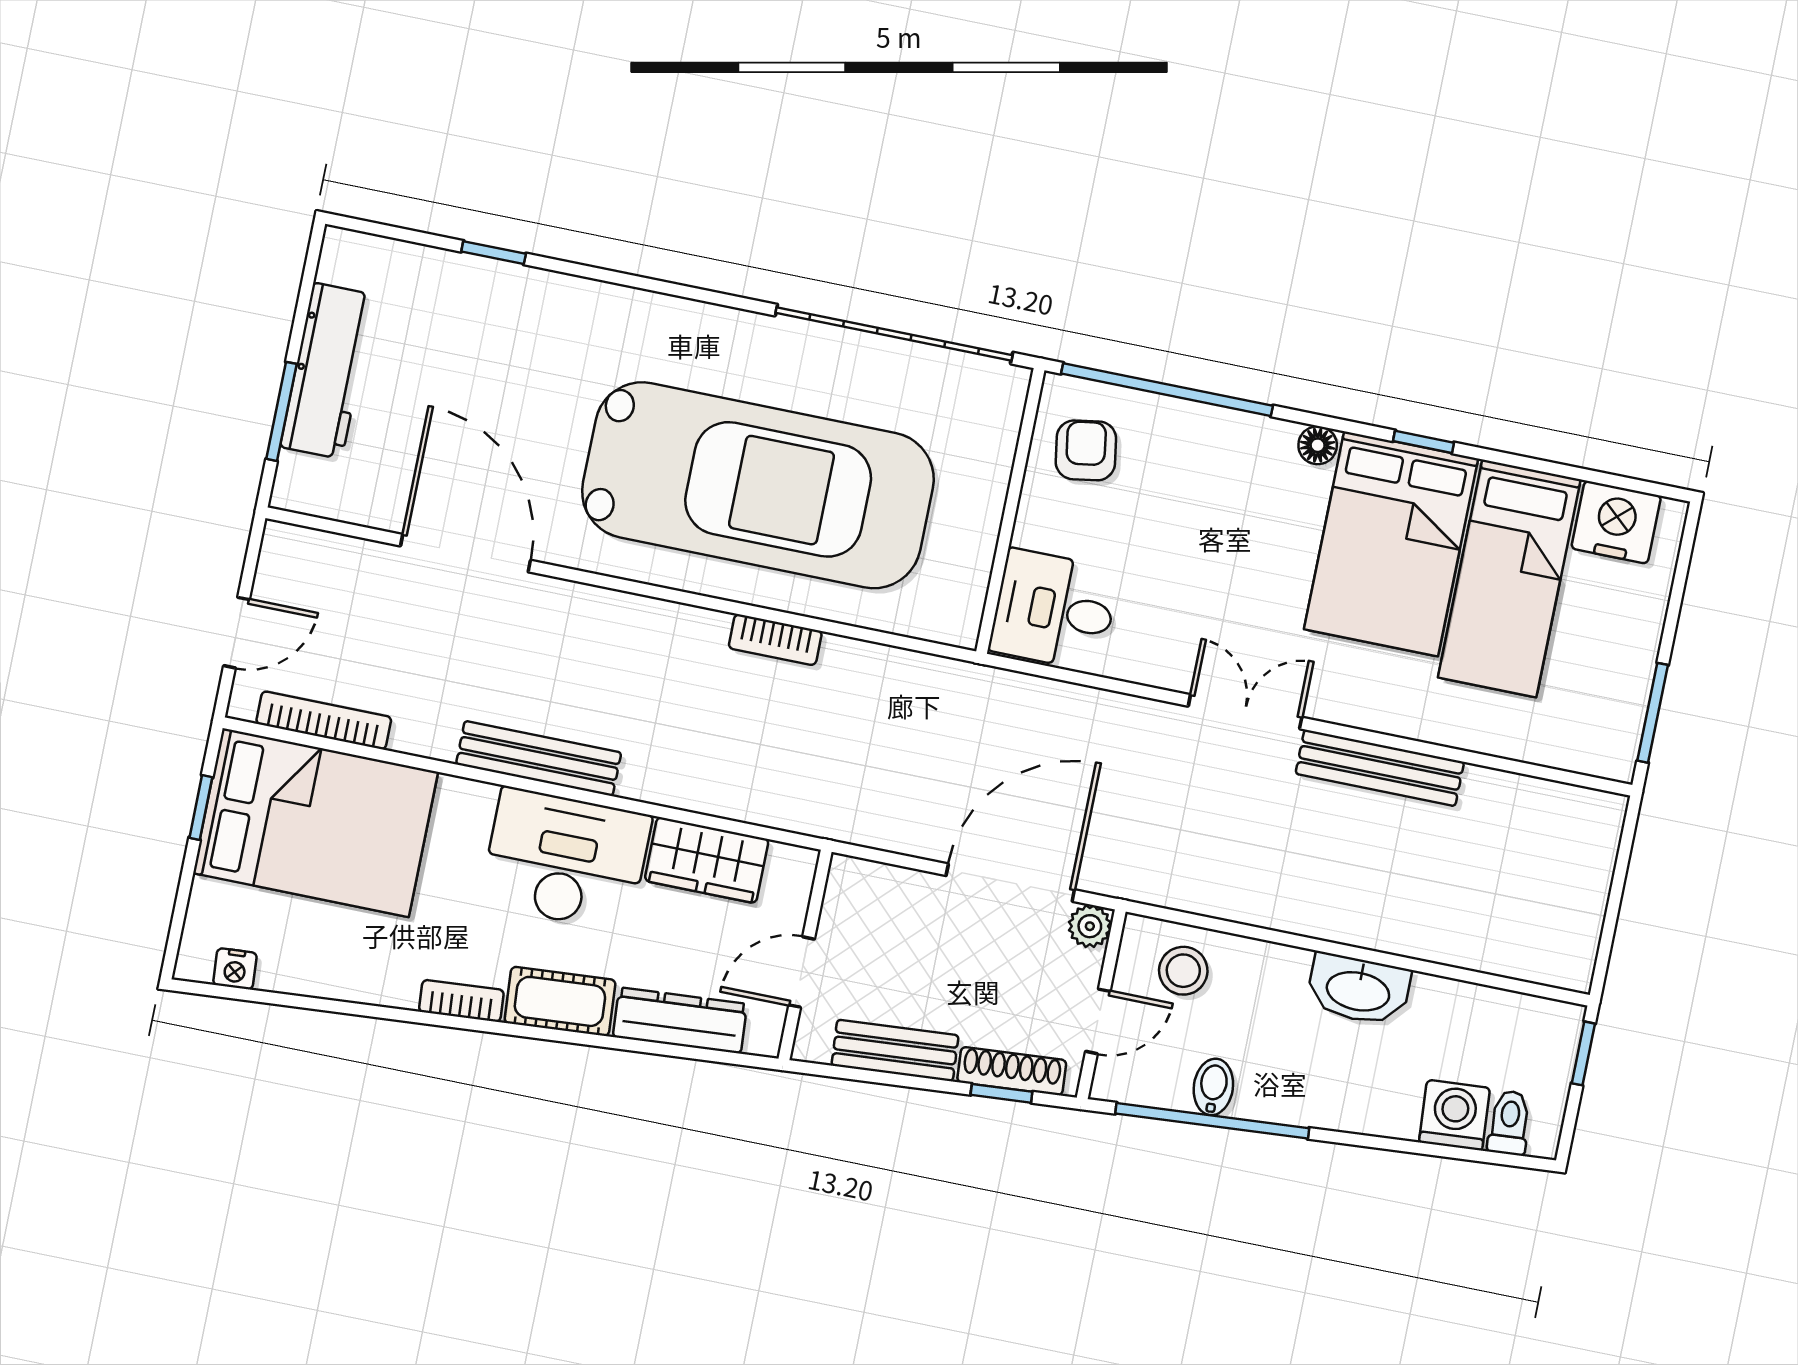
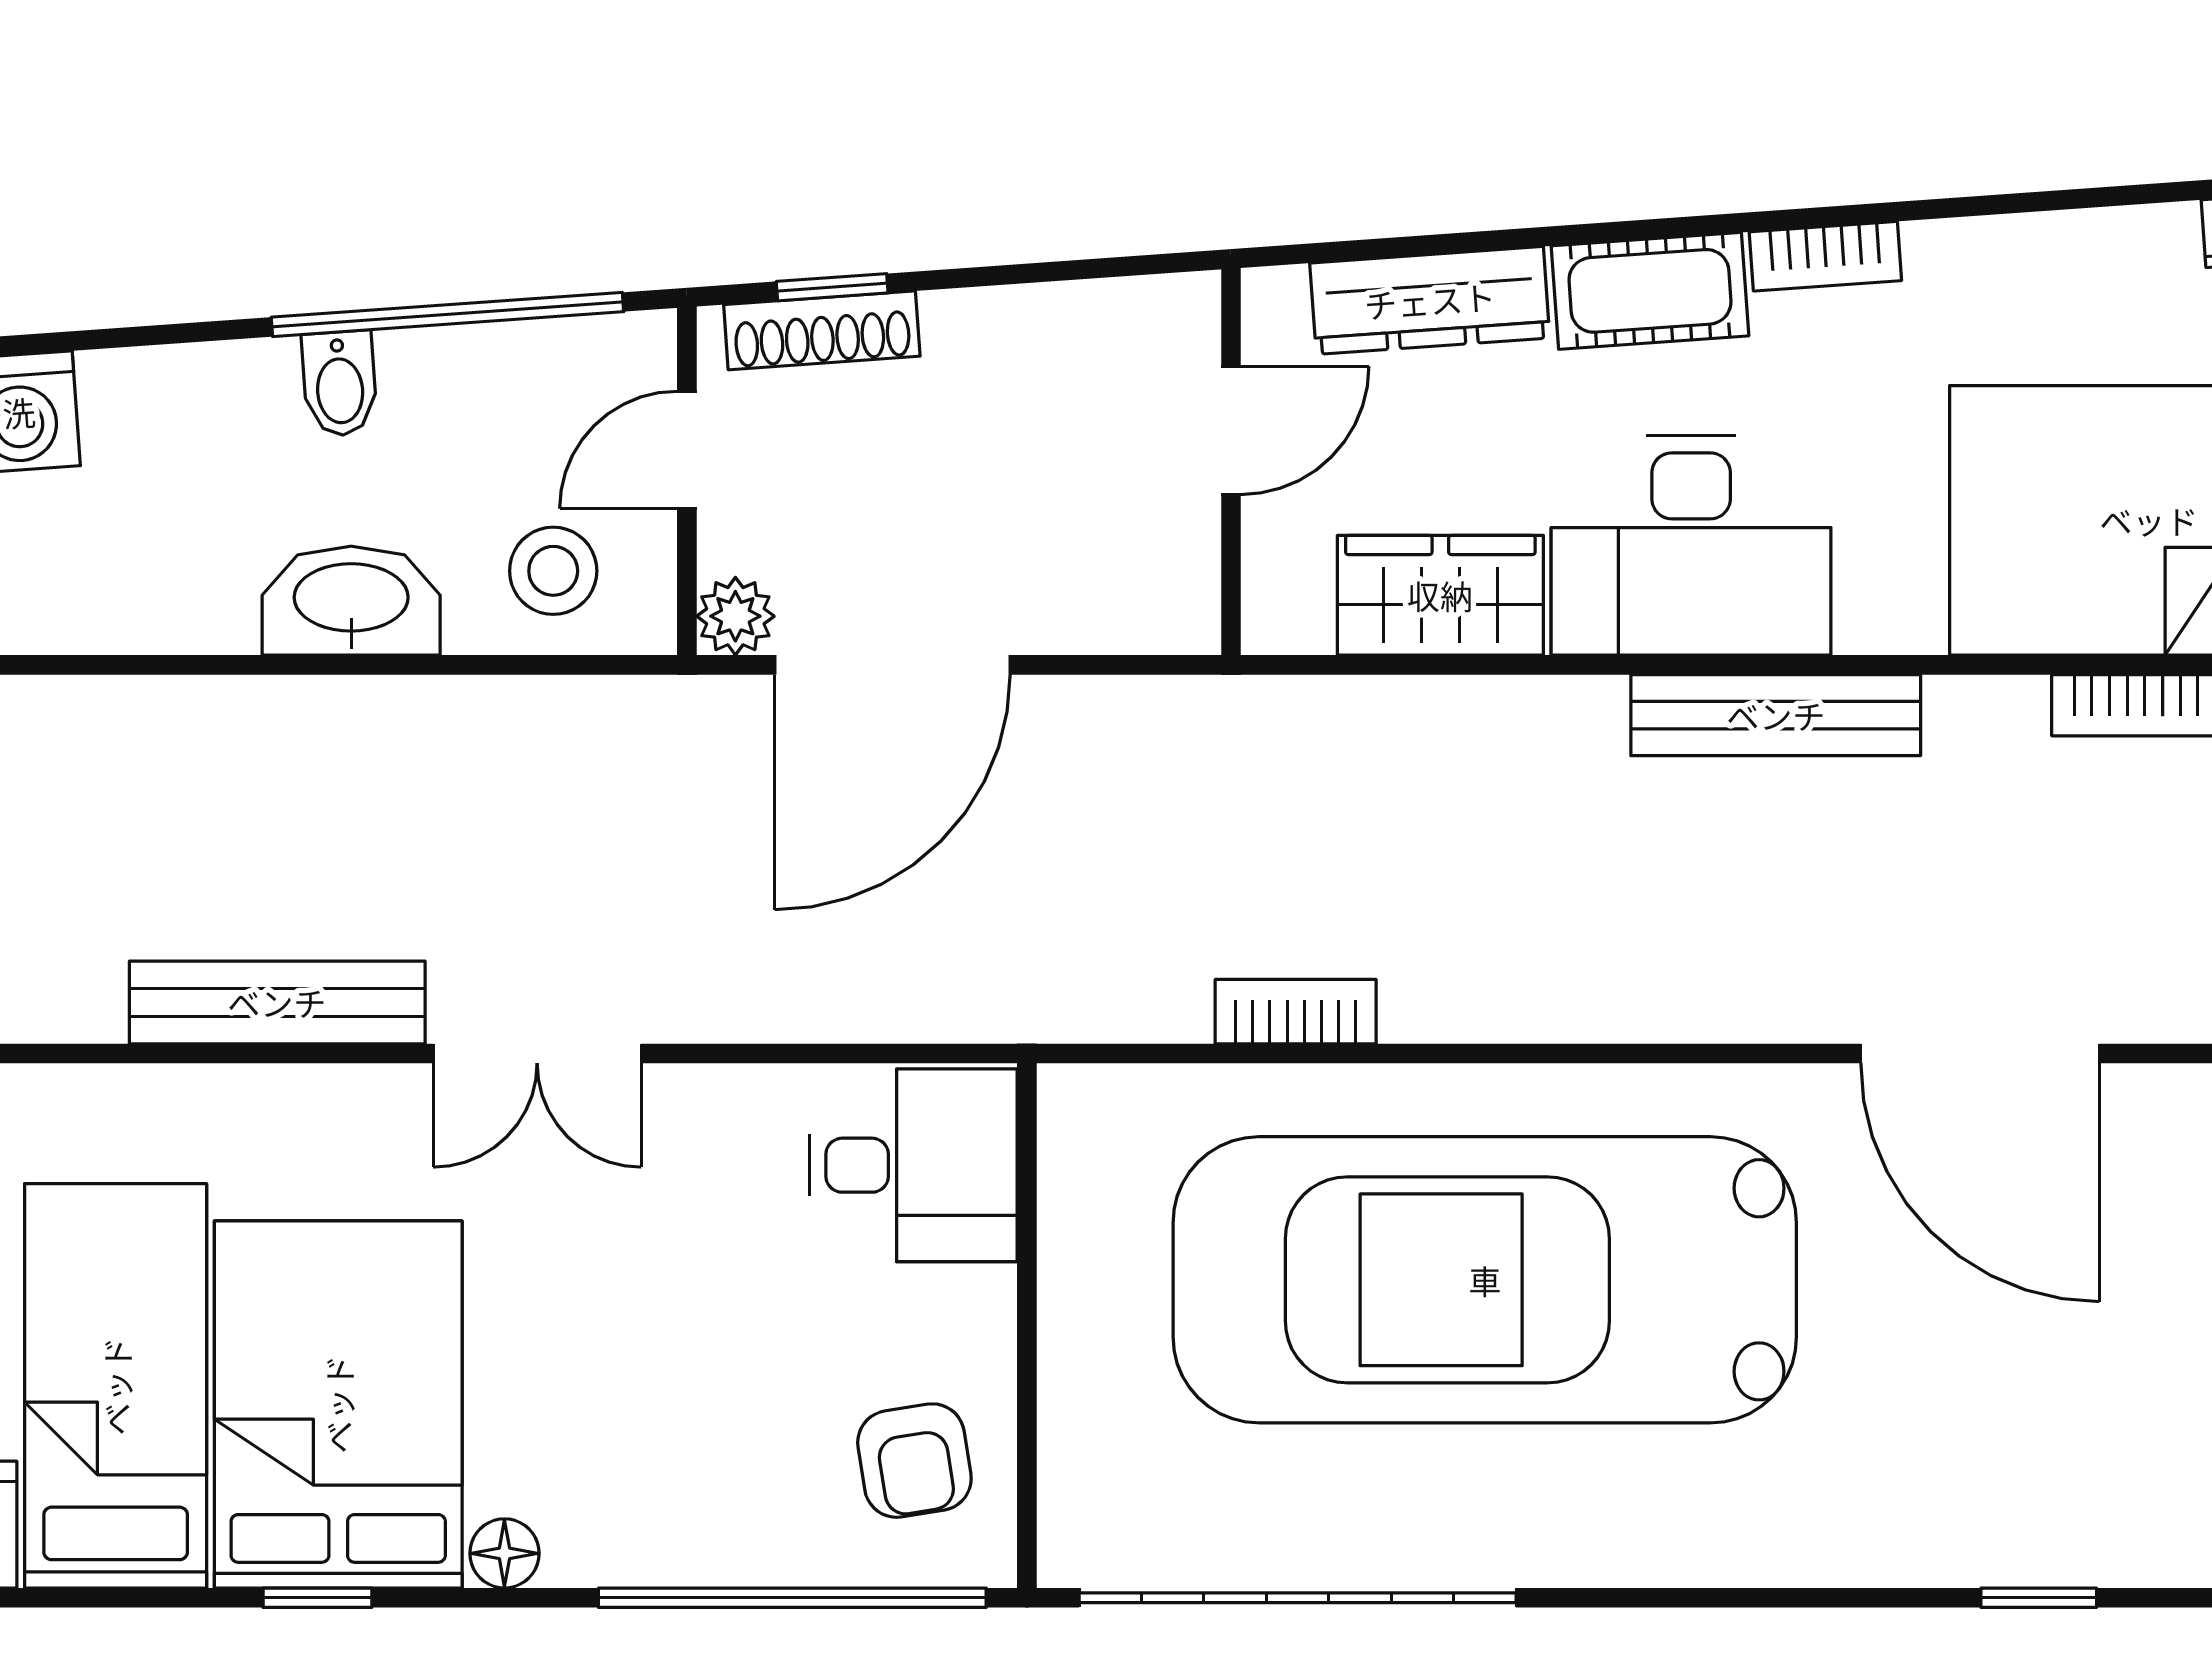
bookcase: (775, 640) -> (1296, 1012), moved
washbasin: (1358, 990) -> (351, 601), moved
bench: (895, 1050) -> (1037, 325), removed
bidet: (1213, 1087) -> (340, 384), moved

